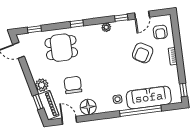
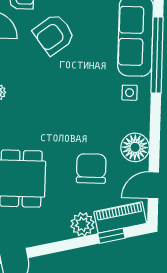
armchair: (143, 53) -> (54, 34), turned 113
chair: (73, 85) -> (91, 168), turned 90

